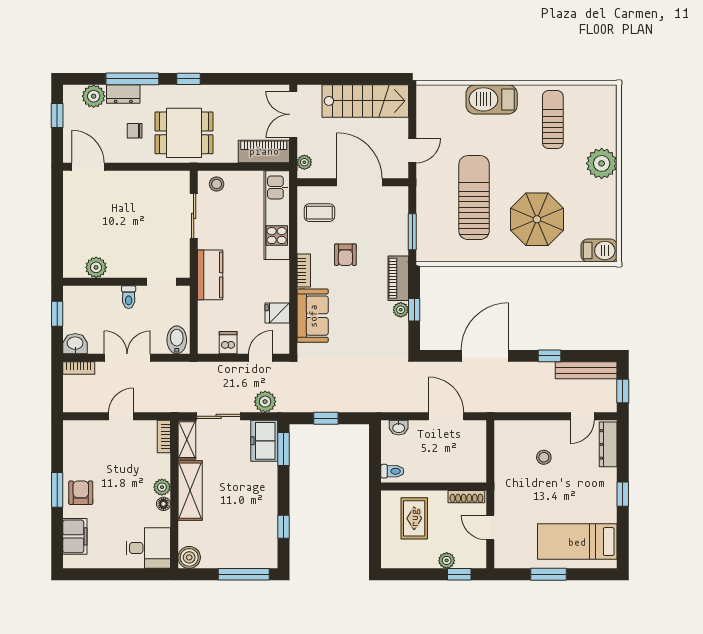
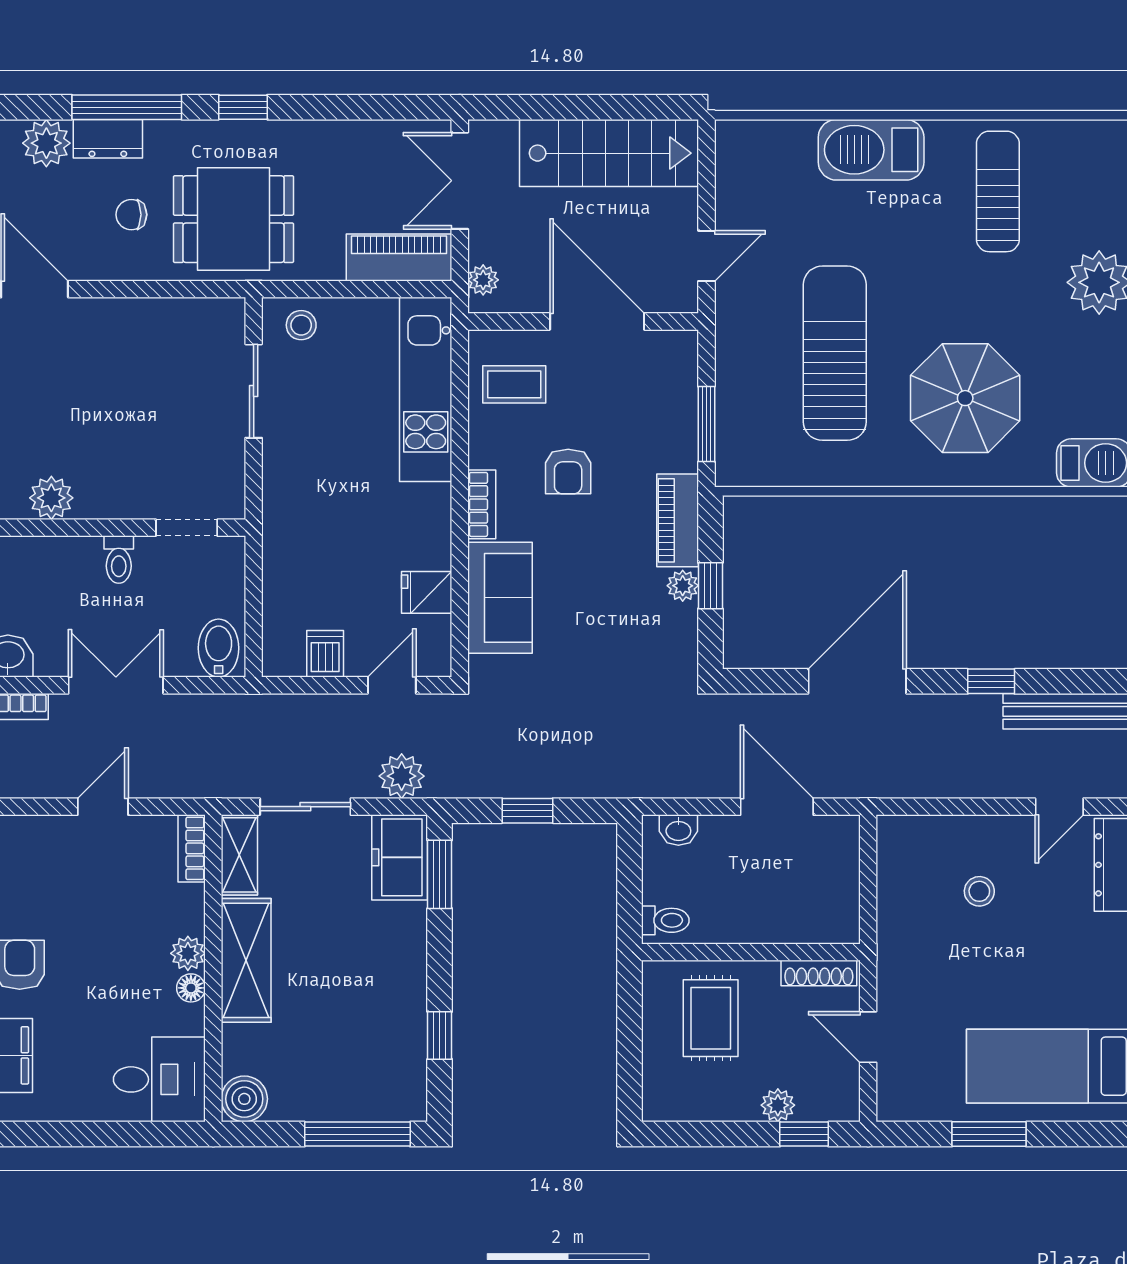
kitchen counter: (210, 275) -> (288, 513), removed

